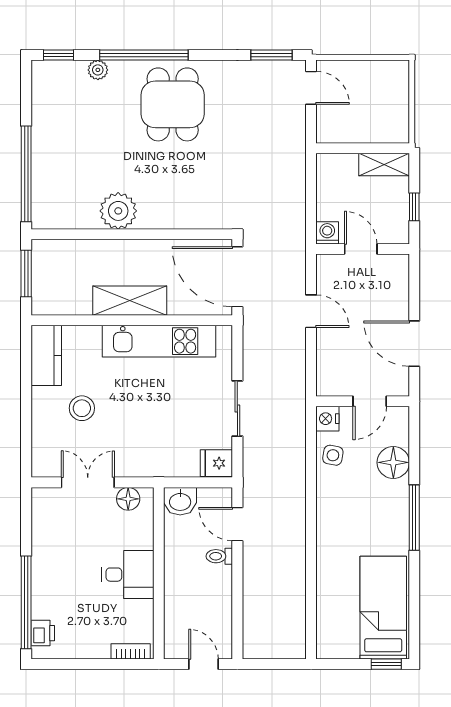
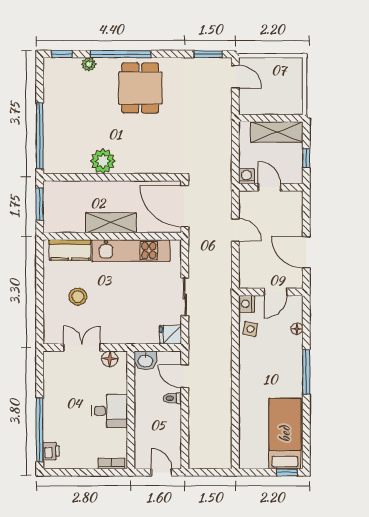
shelving: (384, 165) -> (277, 132), width x1.50, depth x1.33
kitchen counter: (46, 355) -> (70, 250), moved, turned 90
floor lamp: (393, 462) -> (297, 329), width x0.53, depth x0.53

